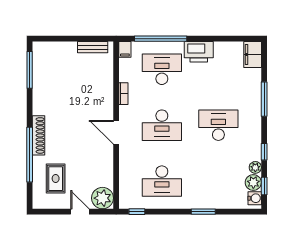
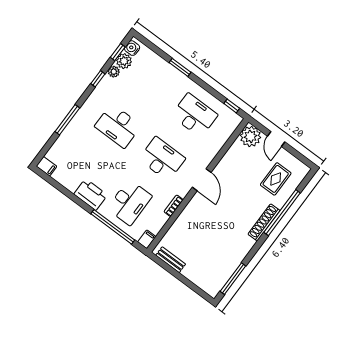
filing cabinet: (253, 54) -> (46, 166), width x0.50
desk: (162, 69) -> (130, 202), turned -90

